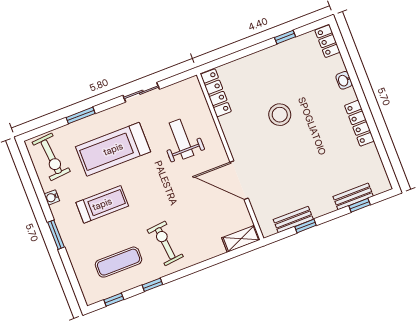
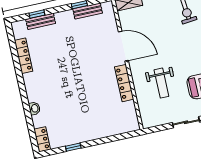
locker: (216, 93) -> (124, 83), moved
stool: (280, 115) -> (86, 90), removed
locker: (359, 123) -> (24, 56), moved

